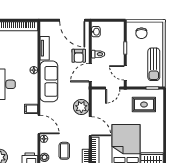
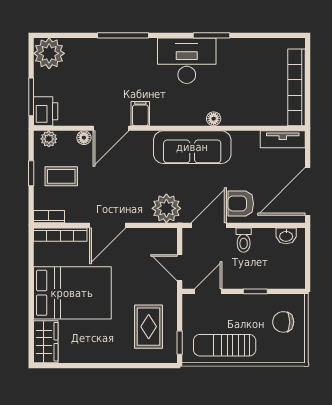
tv unit: (45, 48) -> (283, 139), moved
door: (90, 73) -> (209, 225), hinge flipped
plant: (81, 107) -> (166, 208), moved

